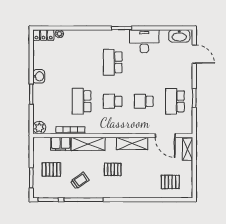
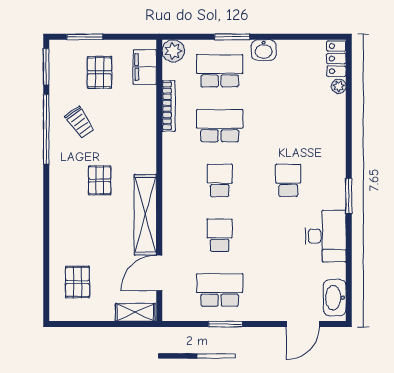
school desk: (113, 62) -> (288, 180), width x0.54
school desk: (51, 101) -> (220, 71), added
shelving: (132, 143) -> (145, 215), width x1.47
filing cabinet: (61, 144) -> (145, 67), moved
shelving: (88, 144) -> (144, 137), removed

